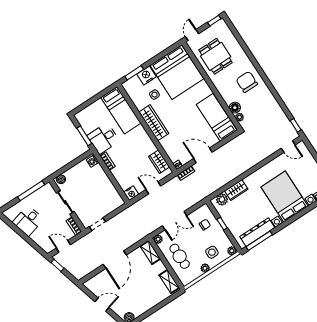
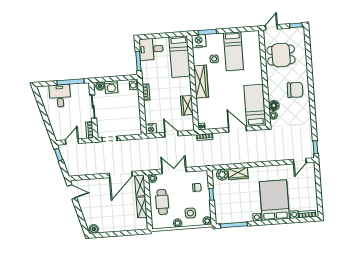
dining table: (216, 56) -> (281, 55), turned 90
bed: (177, 72) -> (233, 51), width x0.49
nightstand: (146, 75) -> (199, 41), moved
chair: (247, 82) -> (295, 90), turned 92
desk: (103, 138) -> (151, 49), moved
door: (288, 147) -> (300, 161), hinge flipped
door: (203, 155) -> (237, 129), moved
wardrobe: (159, 162) -> (187, 105), moved
washing machine: (72, 174) -> (111, 87), added
desk: (28, 221) -> (60, 96), moved, turned 105
double door: (175, 221) -> (174, 171), swing flipped
dresser: (257, 232) -> (236, 217), removed
door: (63, 246) -> (72, 142), hinge flipped
door: (115, 260) -> (121, 175), moved
shelving: (169, 281) -> (142, 207), moved
door: (102, 305) -> (72, 192), moved

